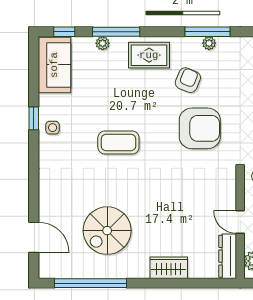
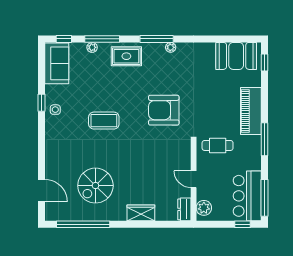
window: (208, 32) -> (157, 39), moved
armchair: (188, 80) -> (155, 75), removed
armchair: (200, 128) -> (164, 110), turned 180
dresser: (228, 256) -> (184, 209), width x0.70

